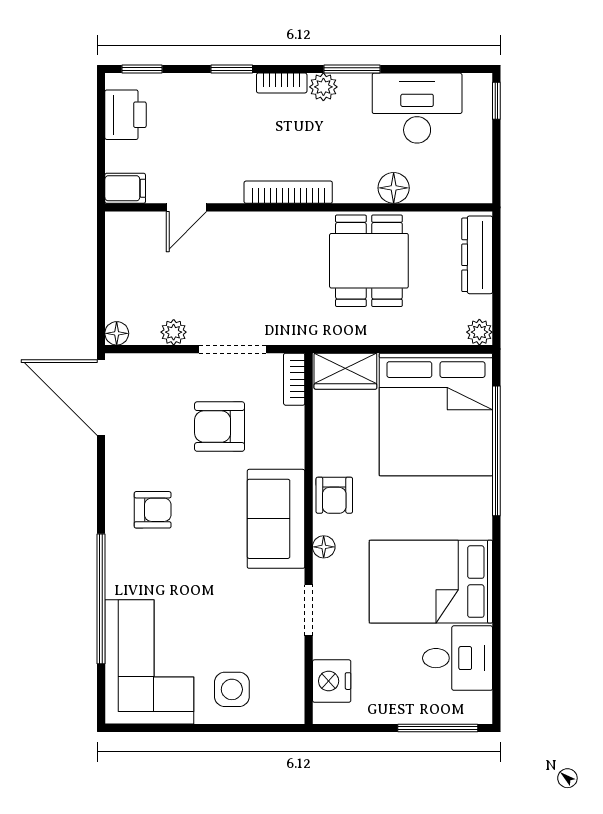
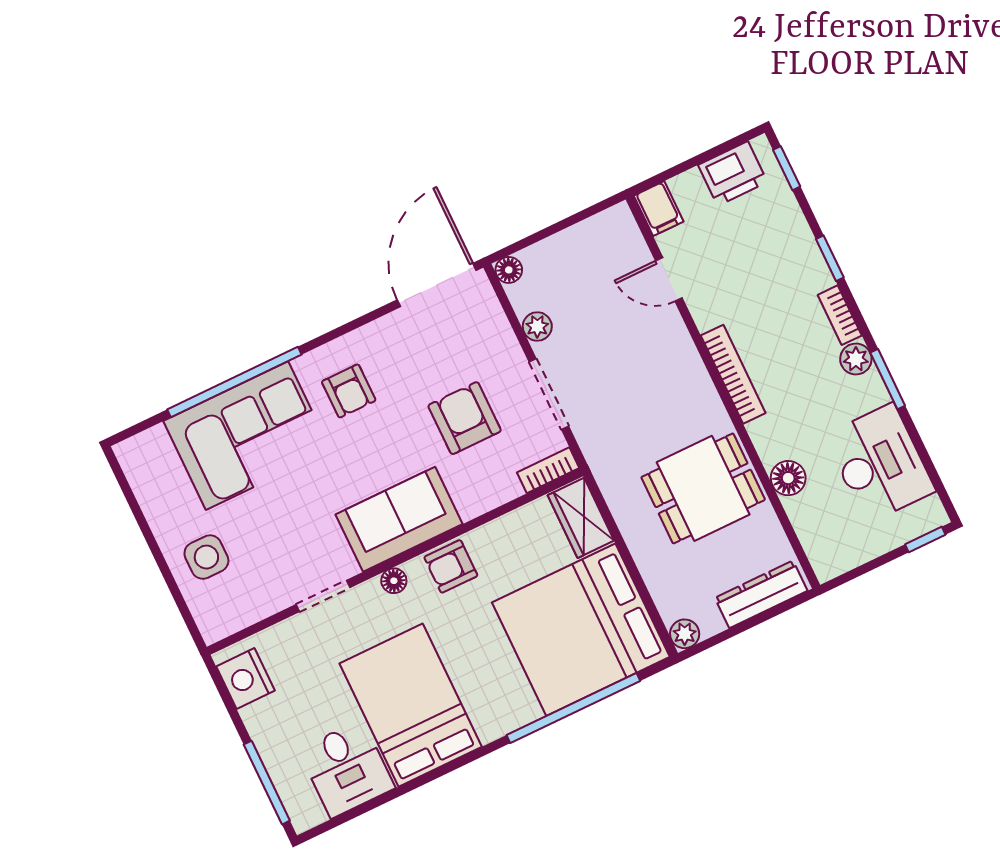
corner sofa: (149, 662) -> (247, 436), moved
nightstand: (332, 681) -> (245, 679), moved, turned -90

